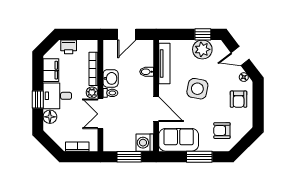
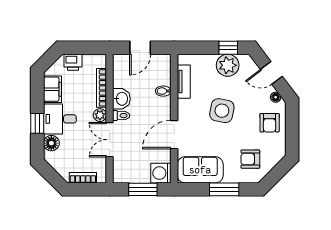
tv unit: (164, 64) -> (184, 82), width x0.71
door: (156, 109) -> (174, 135), swing flipped

